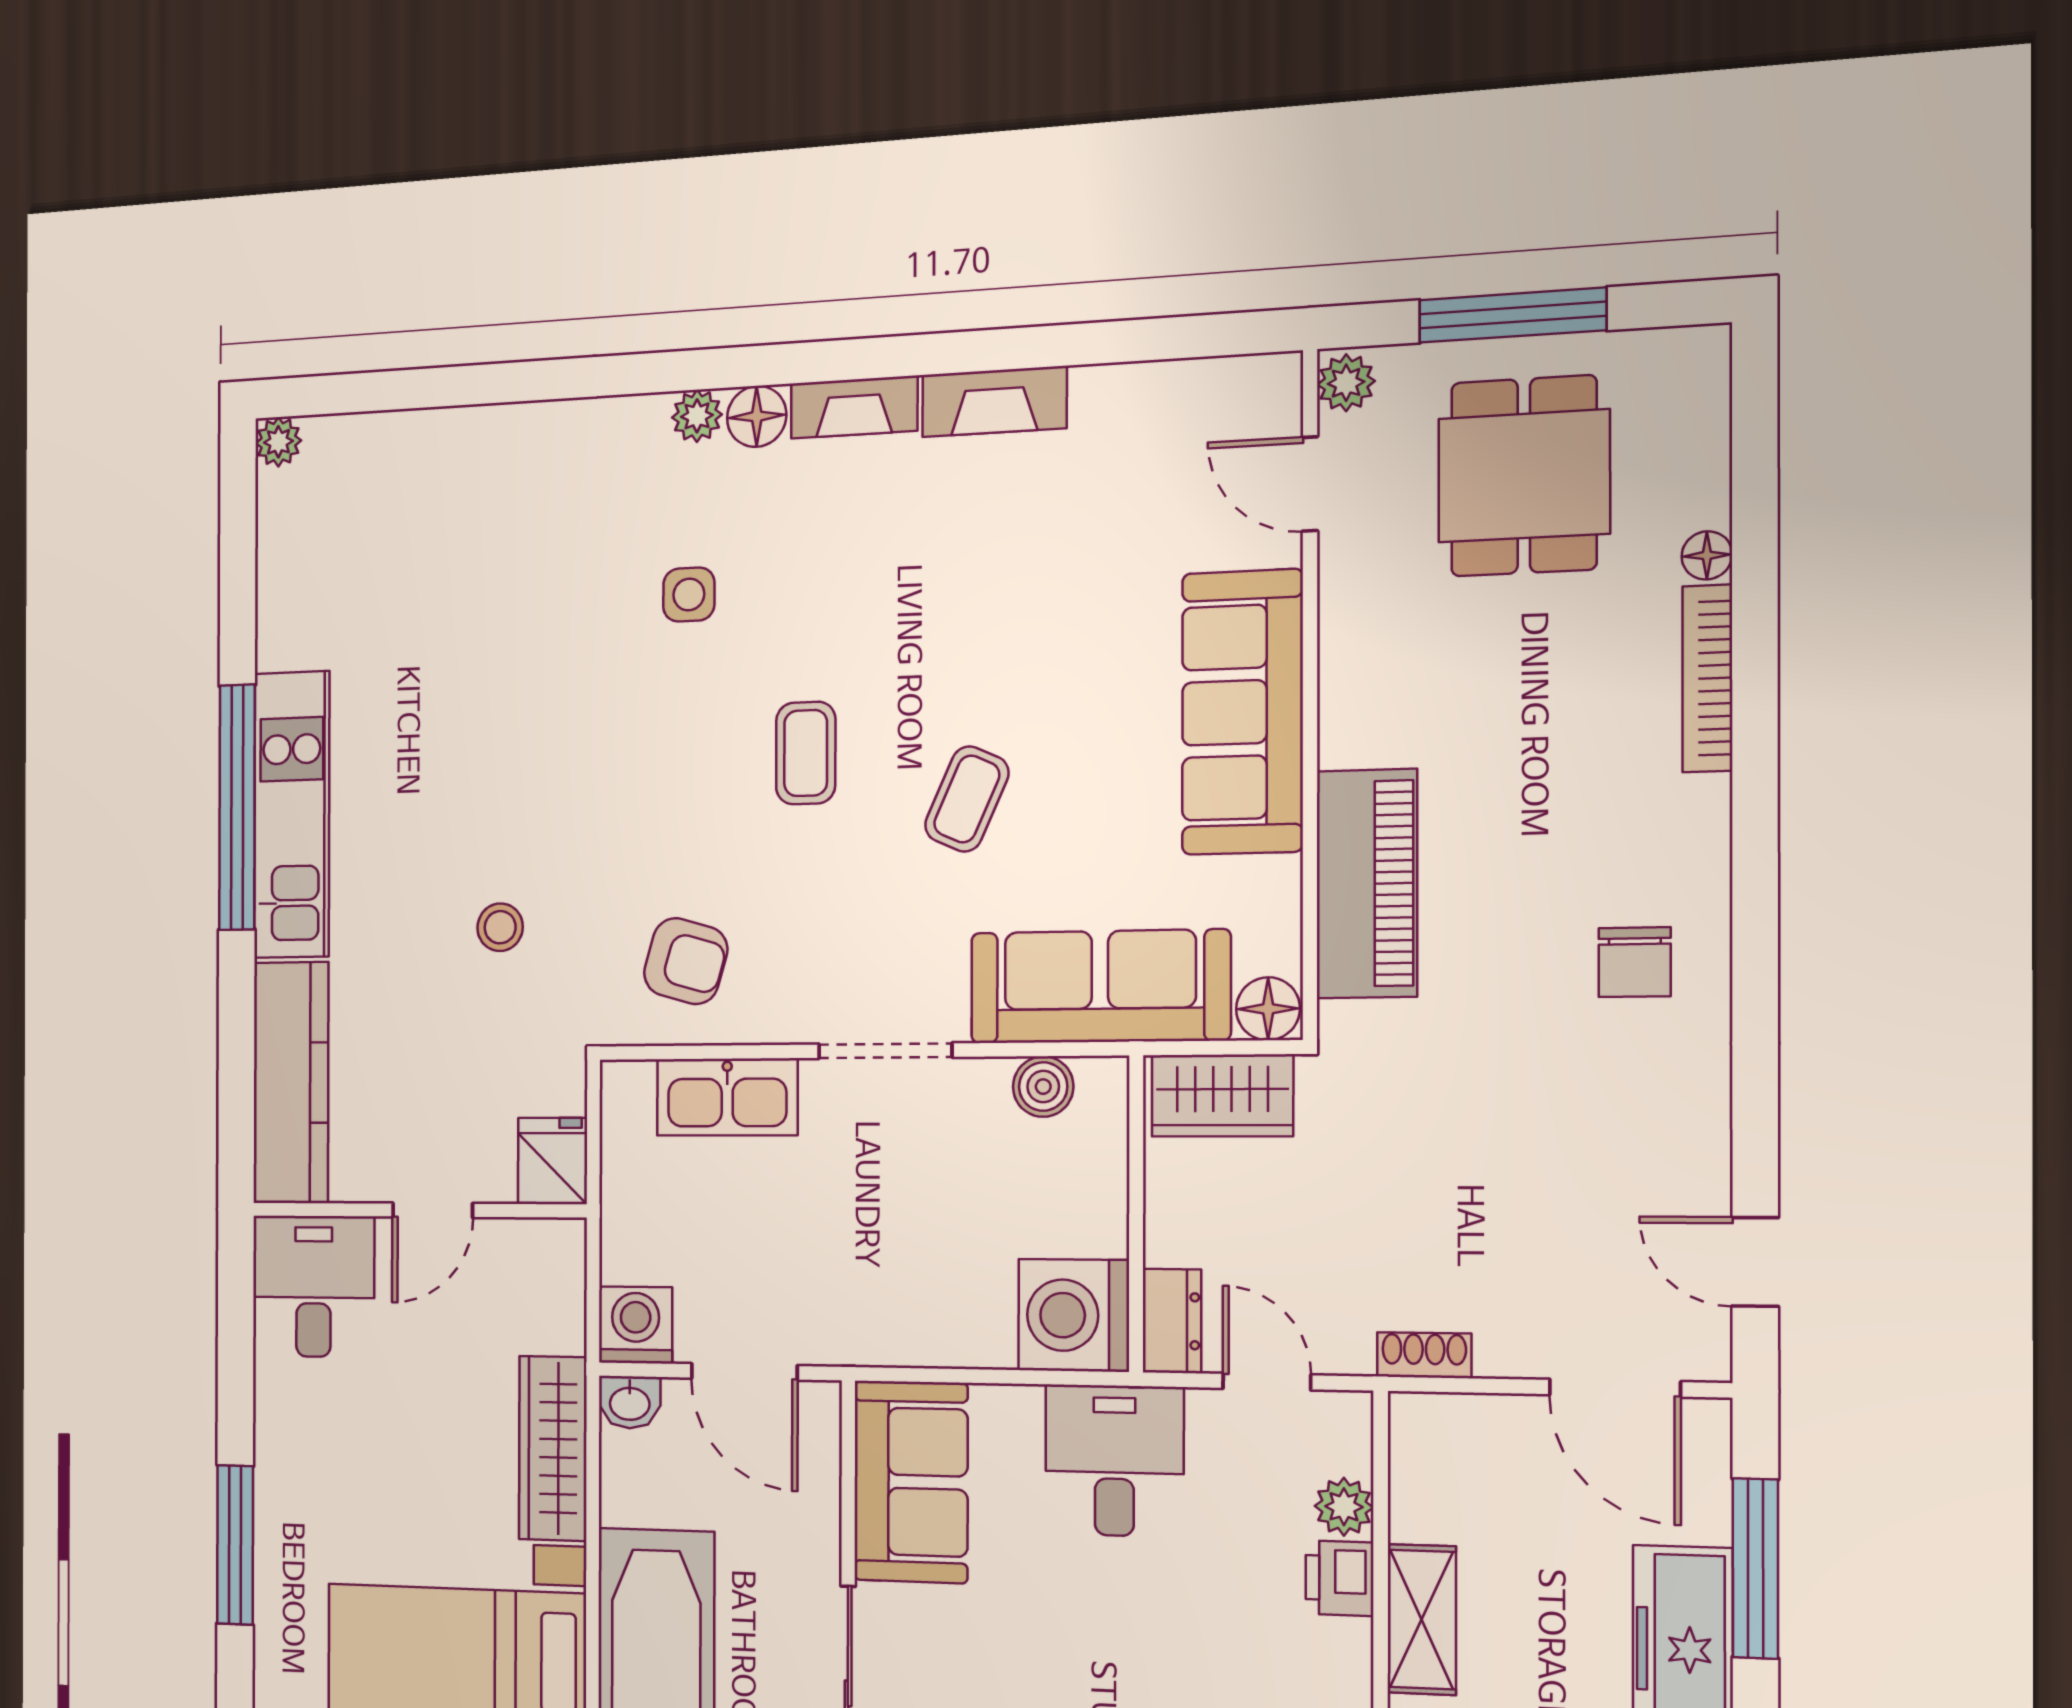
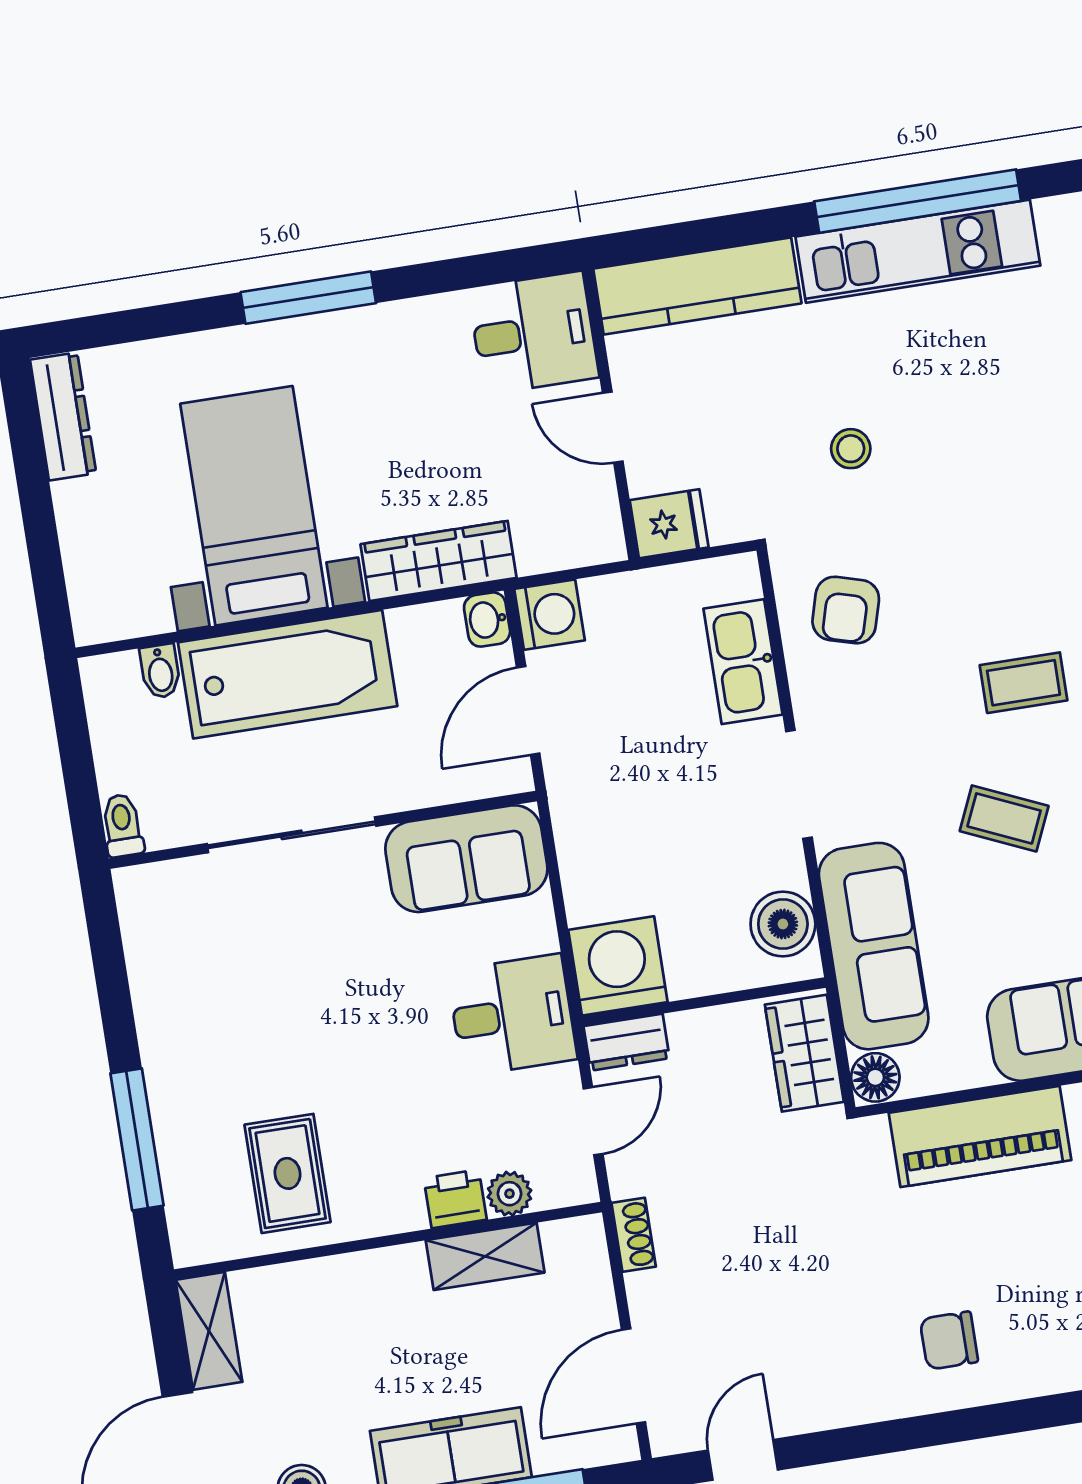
boiler: (1043, 1087) -> (783, 924), width x1.36, depth x1.36
shelving: (1422, 1620) -> (485, 1256), moved

